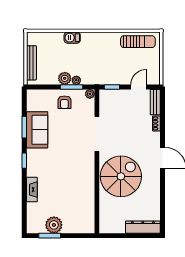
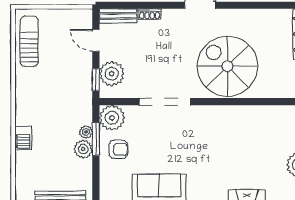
plant: (90, 94) -> (112, 118), width x1.88, depth x1.88
plant: (116, 98) -> (112, 74), added

